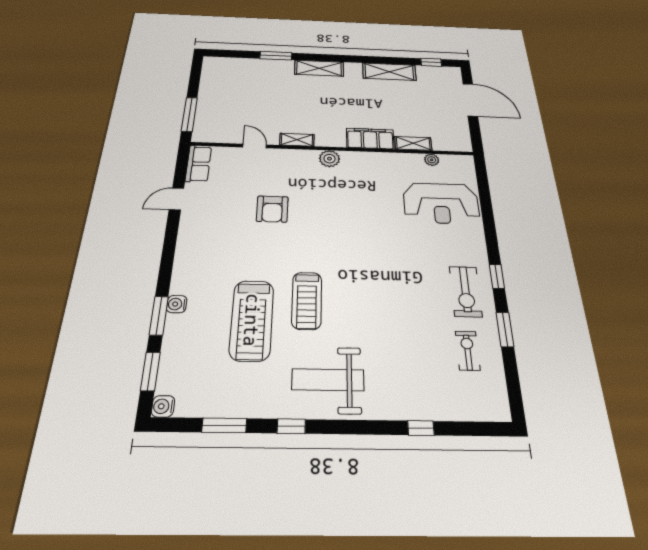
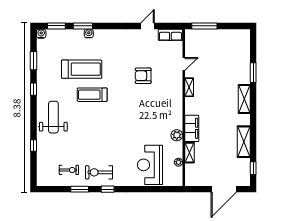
plant: (329, 159) -> (177, 135), moved
door: (176, 199) -> (148, 26), hinge flipped
treadmill: (252, 320) -> (82, 69), turned 180
weight bench: (328, 380) -> (53, 117), moved

